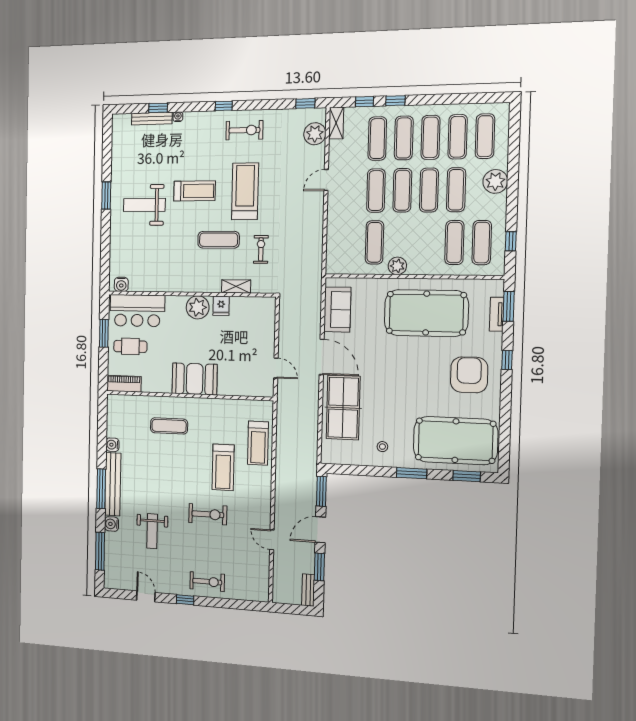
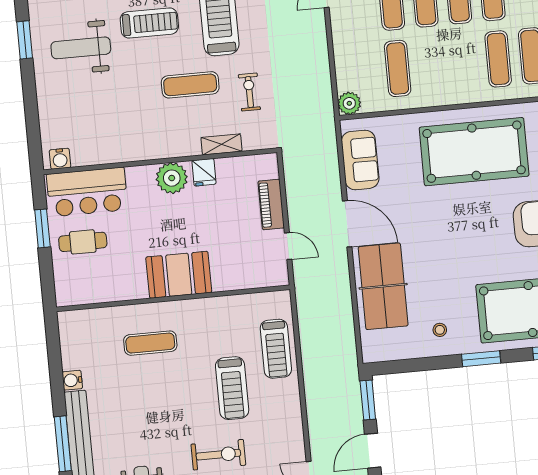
plant: (397, 266) -> (349, 103), moved
piano: (124, 384) -> (271, 205), moved, turned -90

